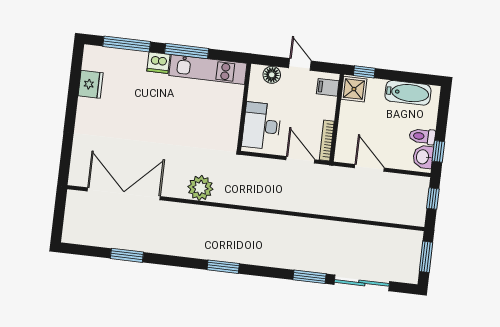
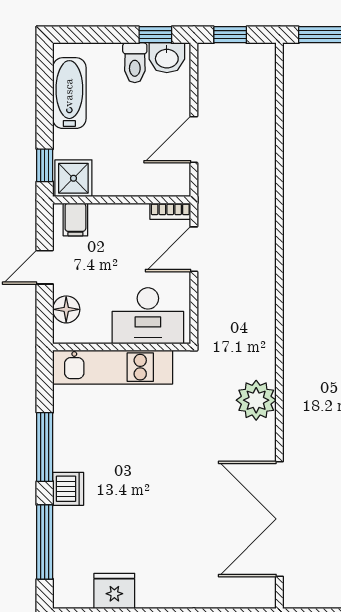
kitchen unit: (208, 69) -> (113, 367), moved, turned 90
bookcase: (327, 140) -> (170, 211), width x0.64

